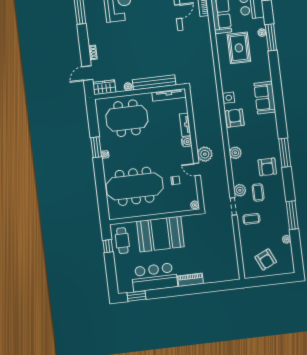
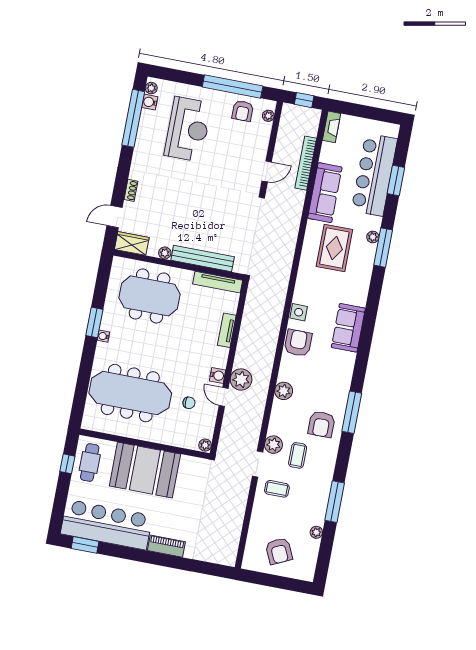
water cooler: (187, 142) -> (217, 375), moved
bar counter: (154, 277) -> (107, 525), width x1.36

